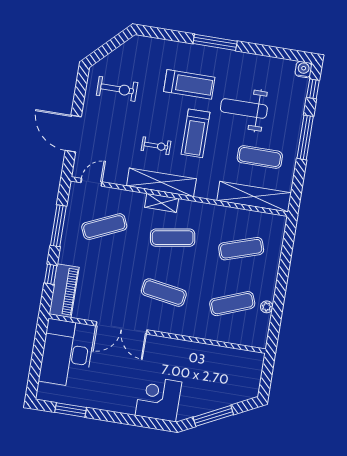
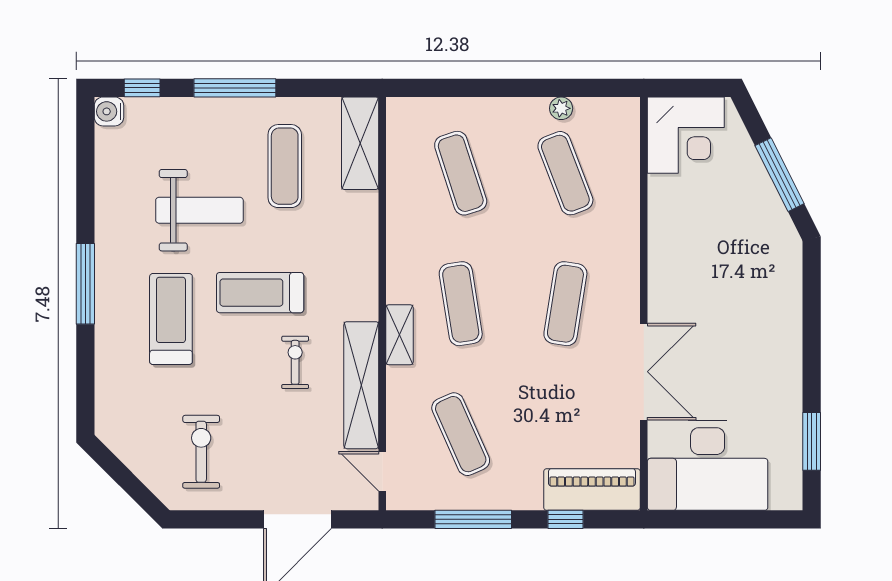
weight bench: (244, 108) -> (199, 210), turned -90
treadmill: (196, 133) -> (260, 293), turned 180
shelving: (161, 182) -> (361, 385), moved
shelving: (254, 197) -> (360, 143), width x0.68
corner desk: (158, 399) -> (686, 135), moved, turned -90

